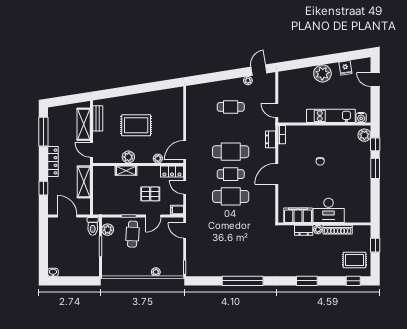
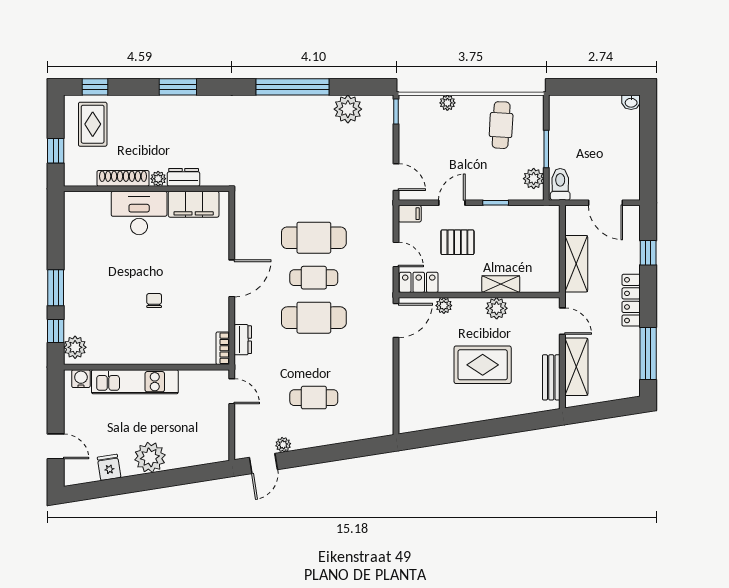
cafe table: (133, 234) -> (501, 125), moved
rug: (355, 260) -> (93, 124), turned 90
plant: (212, 269) -> (348, 109), added

